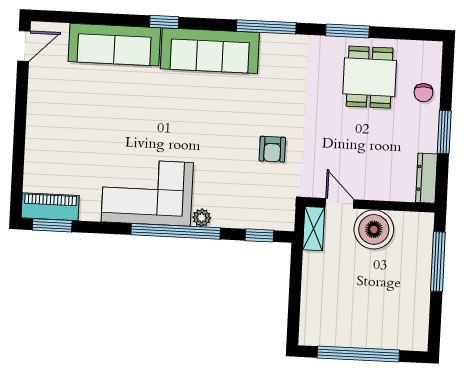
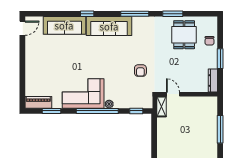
window: (52, 225) -> (52, 111), moved
boiler: (374, 229) -> (189, 106), removed
window: (438, 262) -> (220, 129), moved

